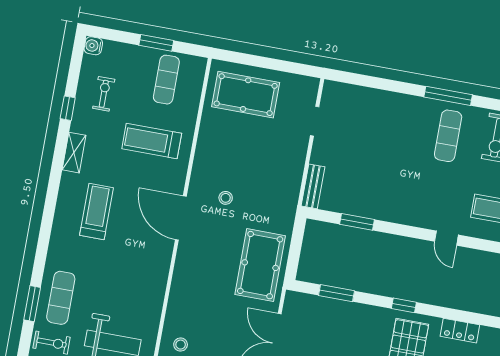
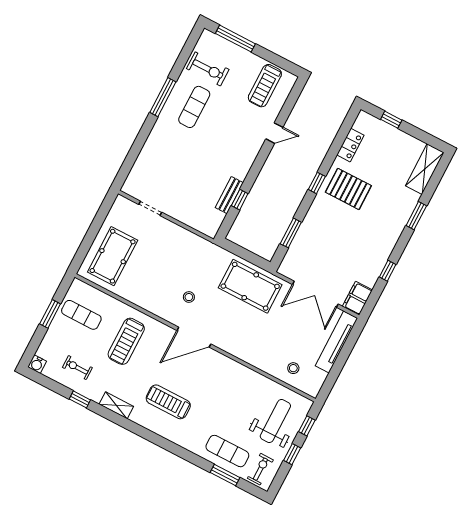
exercise mat: (448, 136) -> (194, 107), turned 90
bench: (313, 186) -> (229, 195), moved, turned 90
window: (357, 222) -> (240, 200), width x0.67

